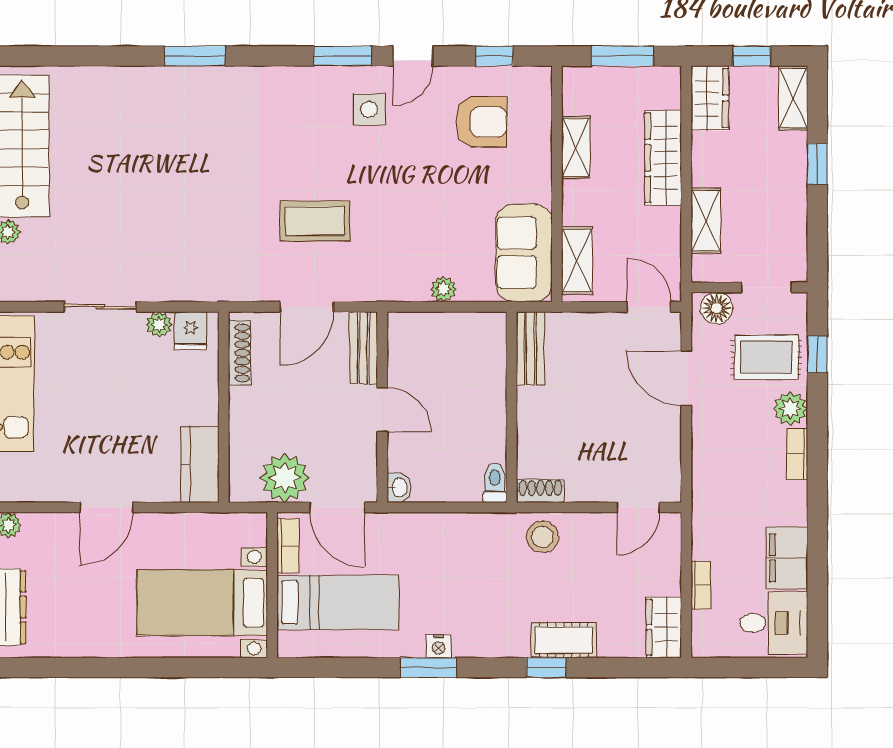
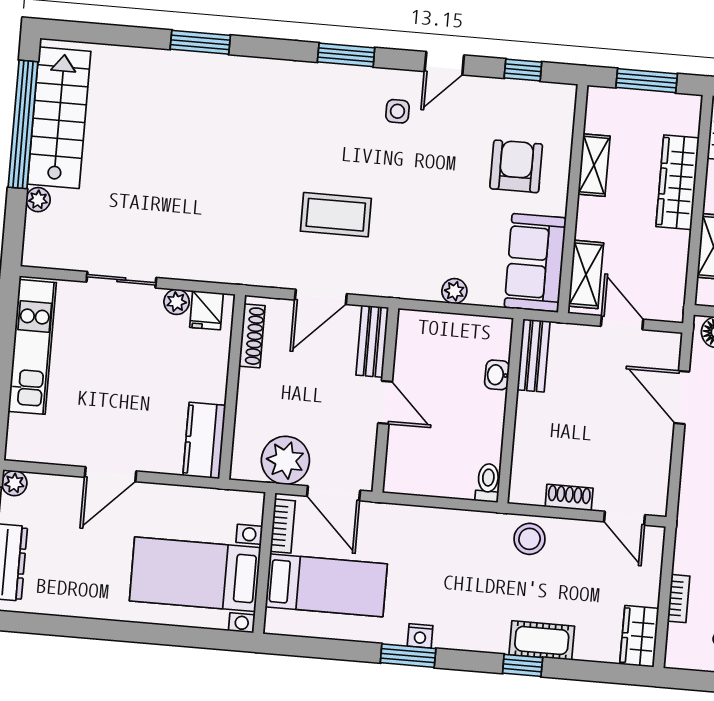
window: (195, 56) -> (200, 42), moved
window: (342, 56) -> (346, 55), moved
side table: (369, 109) -> (397, 111), width x0.73, depth x0.73
armchair: (481, 122) -> (516, 166), moved, turned -90
door: (649, 307) -> (622, 323), moved
washbasin: (399, 488) -> (497, 375), moved, turned 180
shoe rack: (540, 491) -> (569, 497), moved
door: (638, 507) -> (625, 518), hinge flipped

